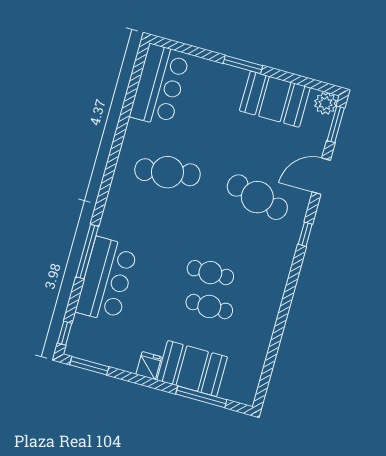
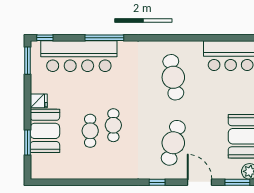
bar counter: (107, 280) -> (79, 56), width x1.36
window: (201, 397) -> (27, 142), width x0.69

